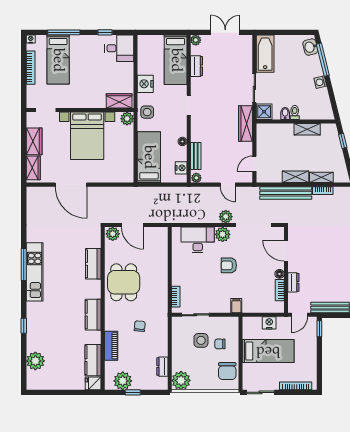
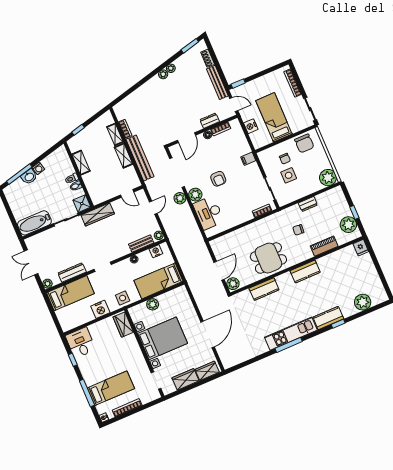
washbasin: (310, 47) -> (29, 177), moved
dresser: (196, 66) -> (72, 272), width x1.44
plant: (127, 119) -> (153, 304), moved
kitchen counter: (93, 360) -> (328, 318), moved, turned 180
dresser: (162, 367) -> (308, 204), moved
chair: (227, 371) -> (304, 143), turned 90

